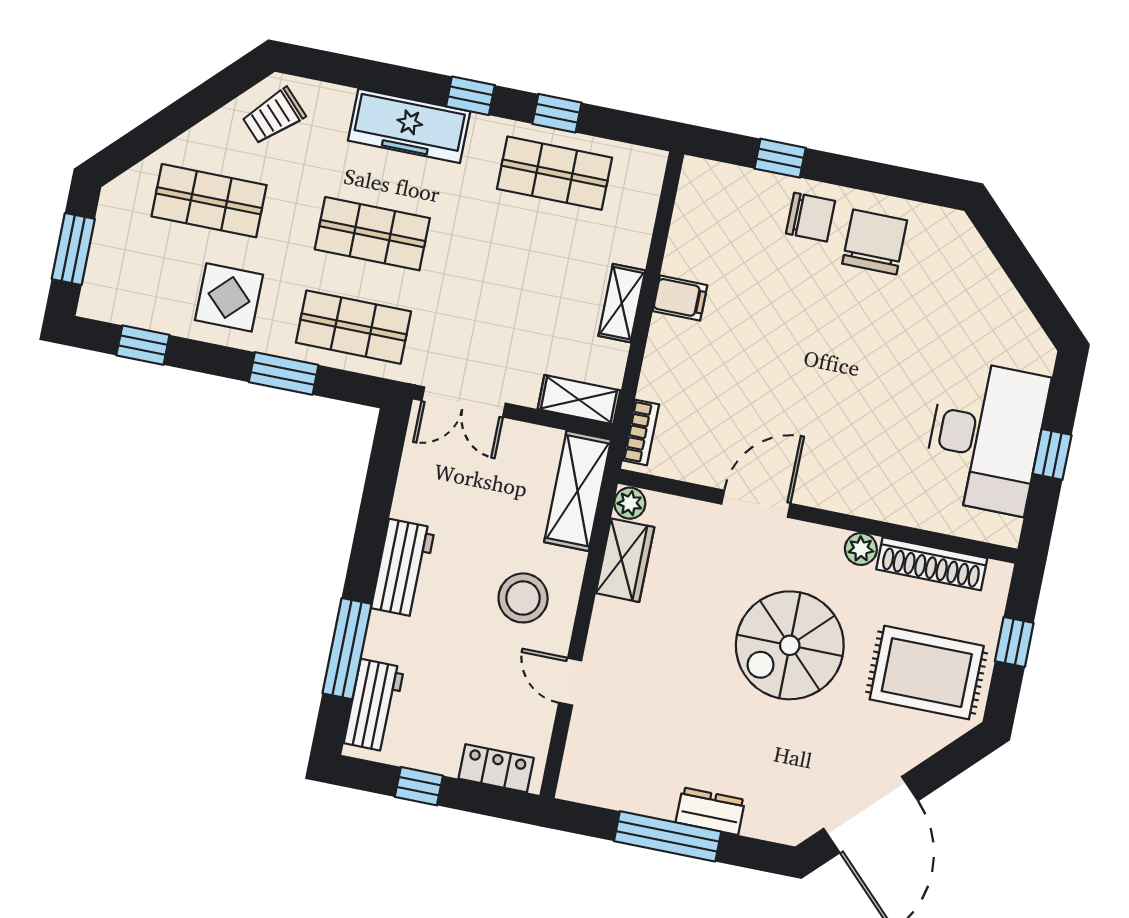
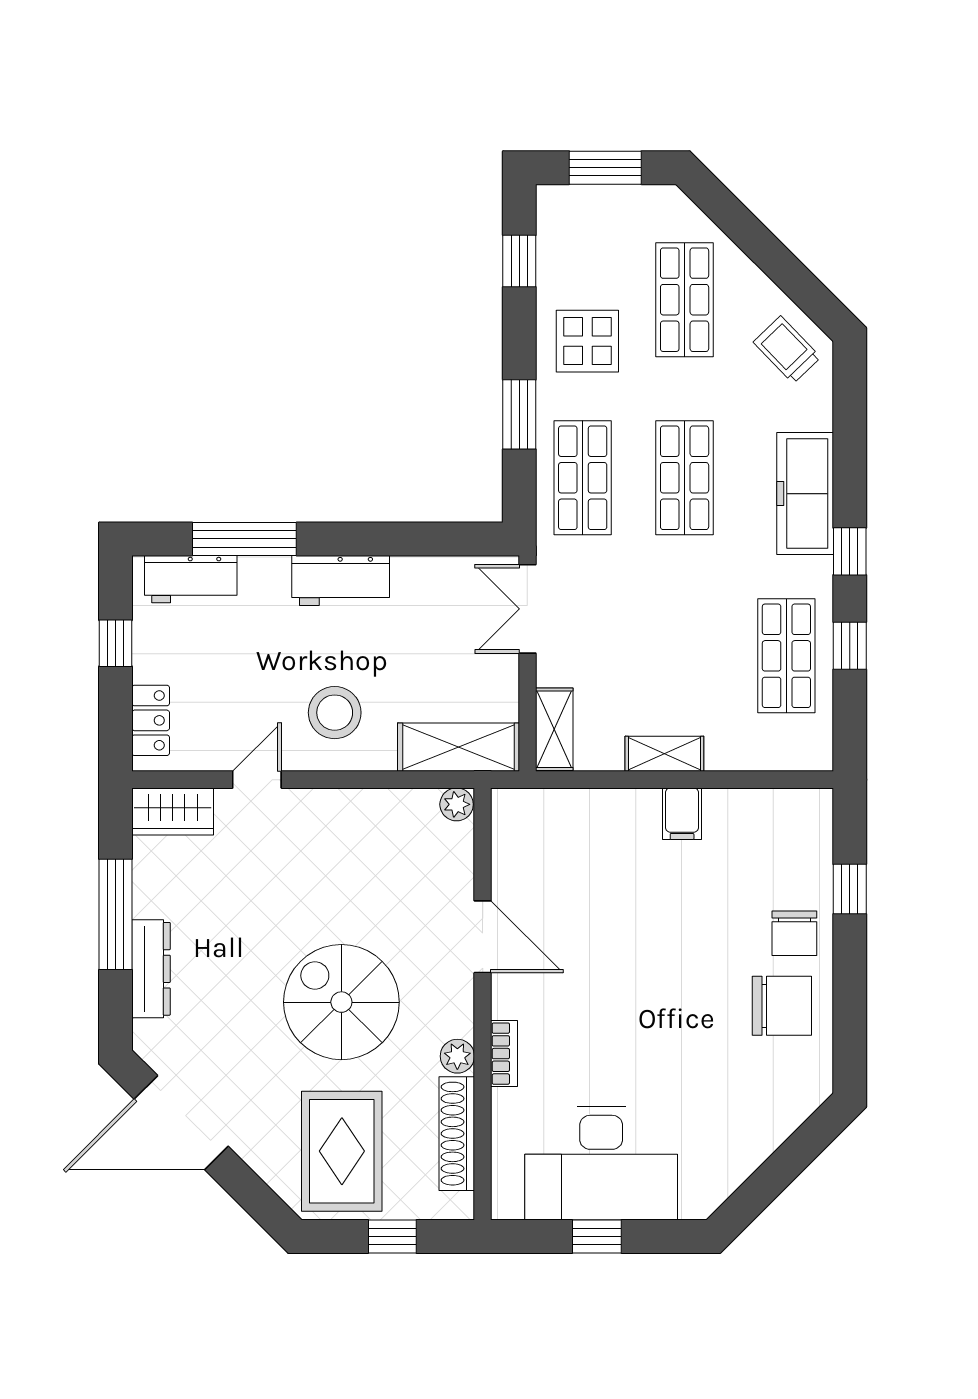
bookcase: (641, 432) -> (504, 1054), moved, turned -90
wardrobe: (625, 560) -> (173, 811), moved
dresser: (710, 811) -> (151, 969), width x1.44

